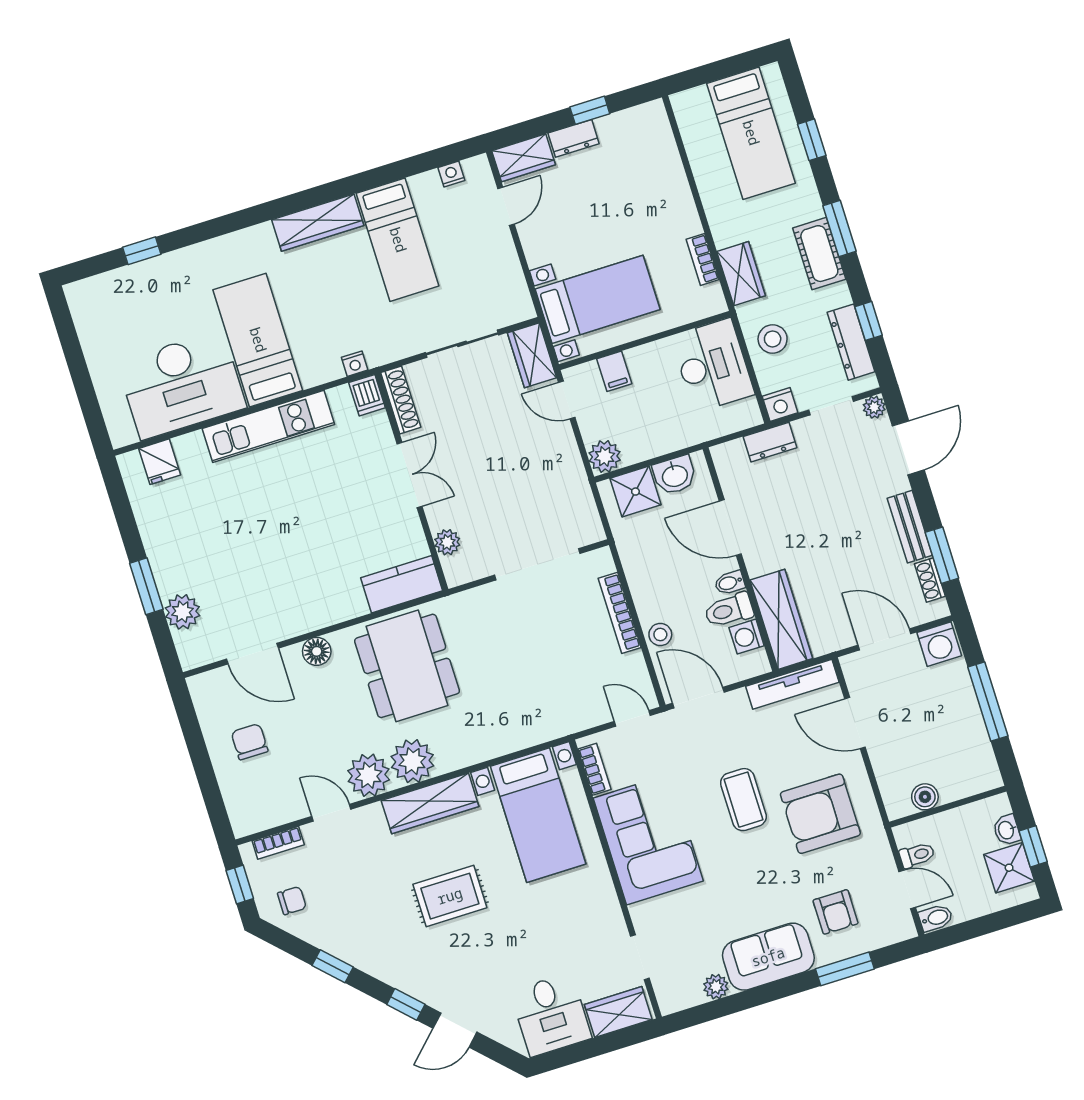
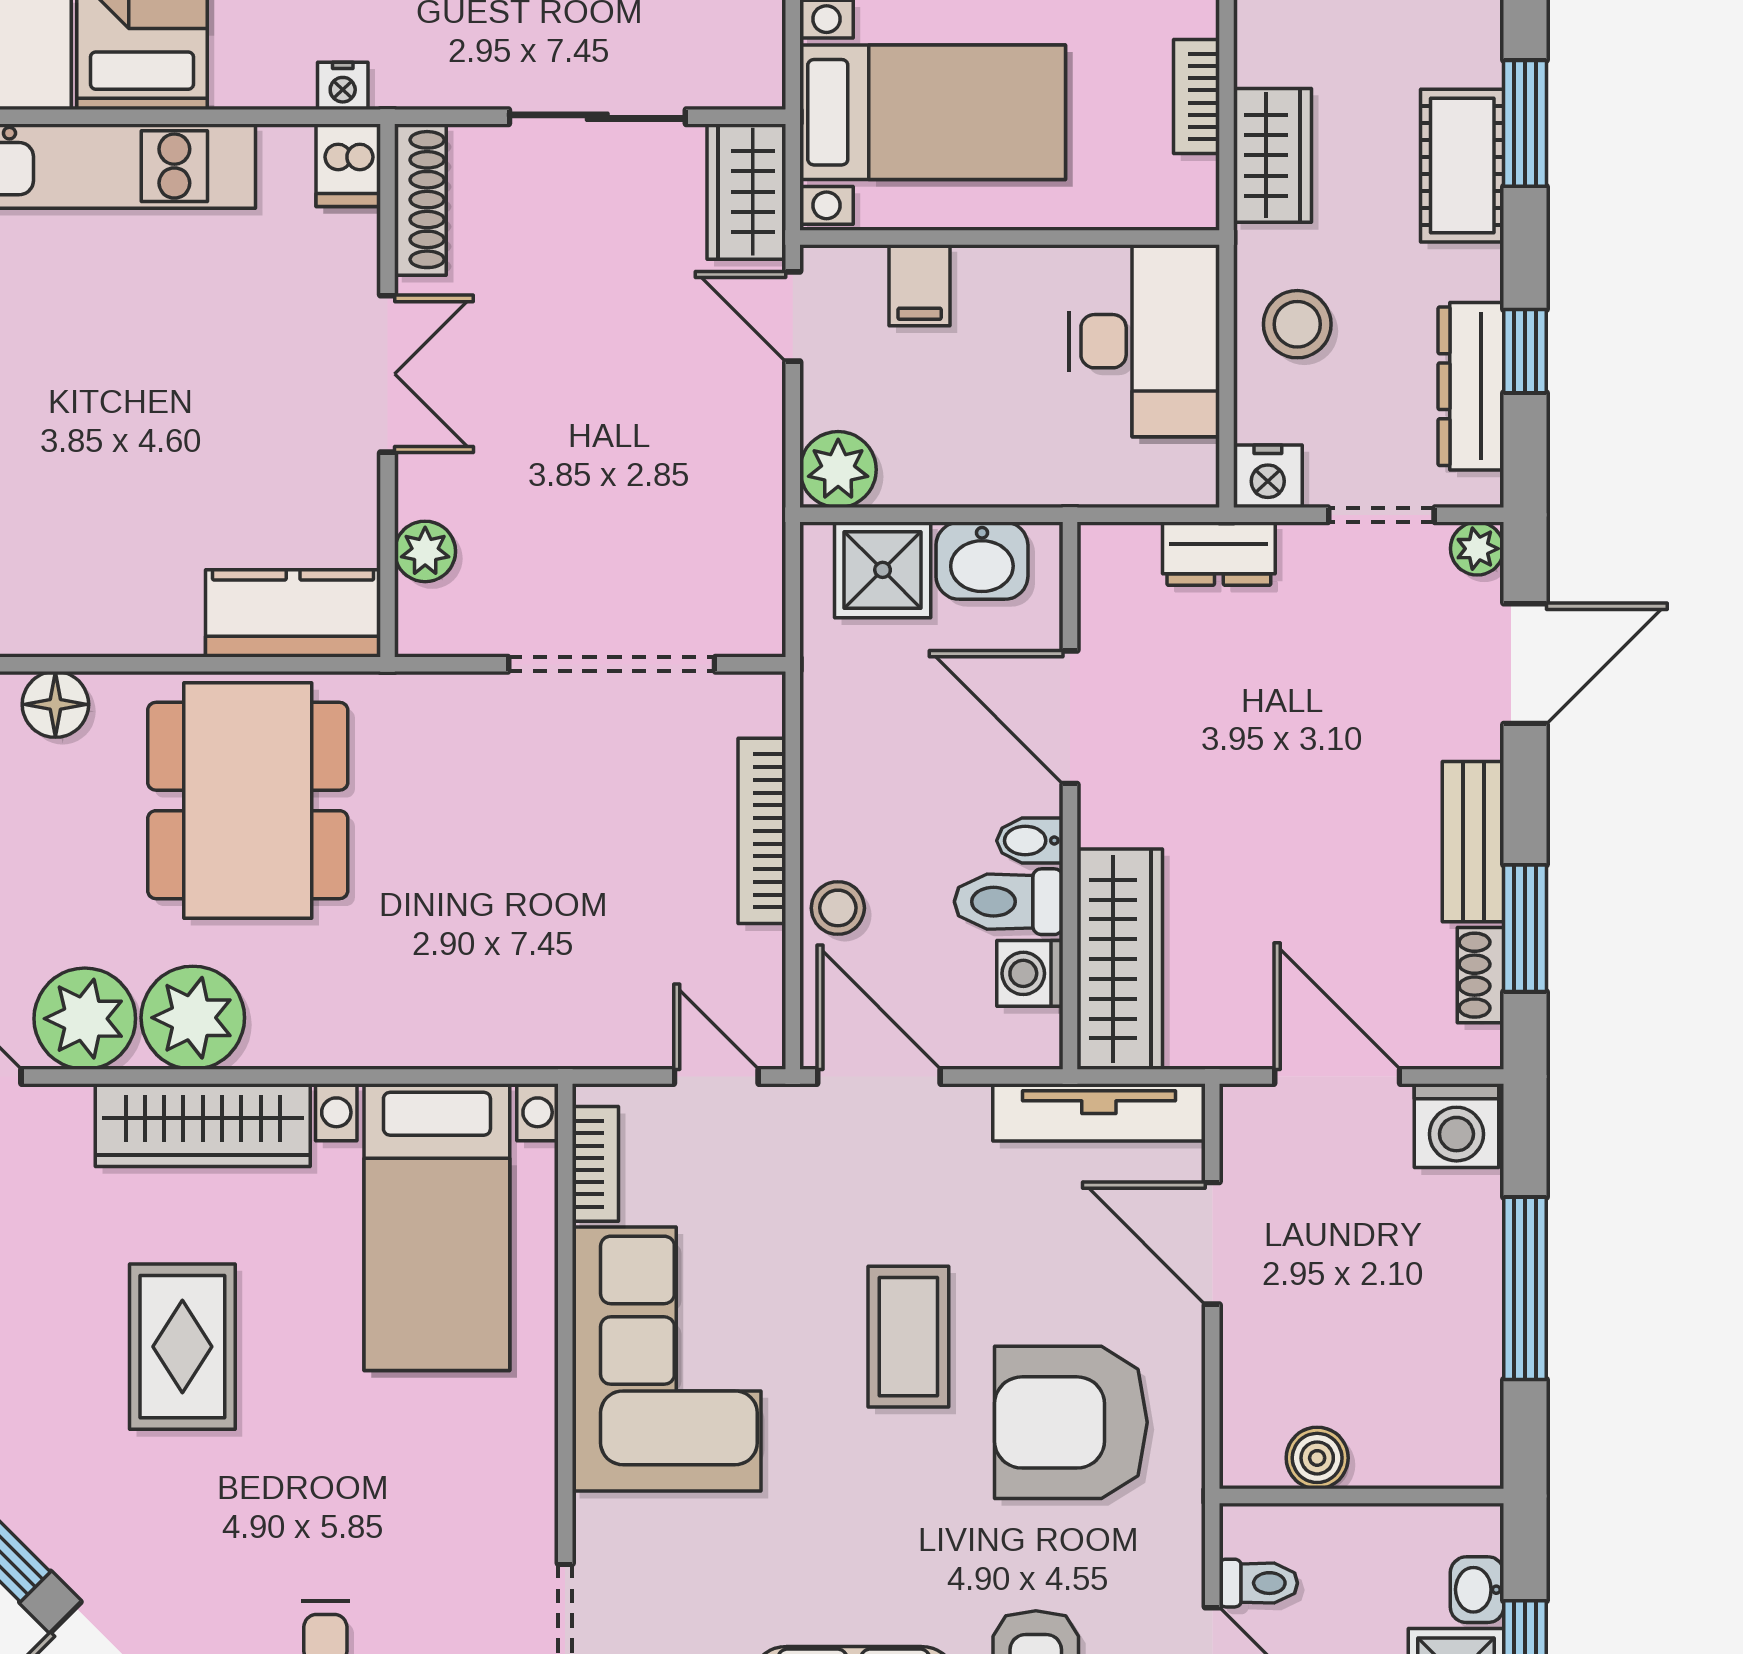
rug: (450, 896) -> (182, 1347), turned 90

